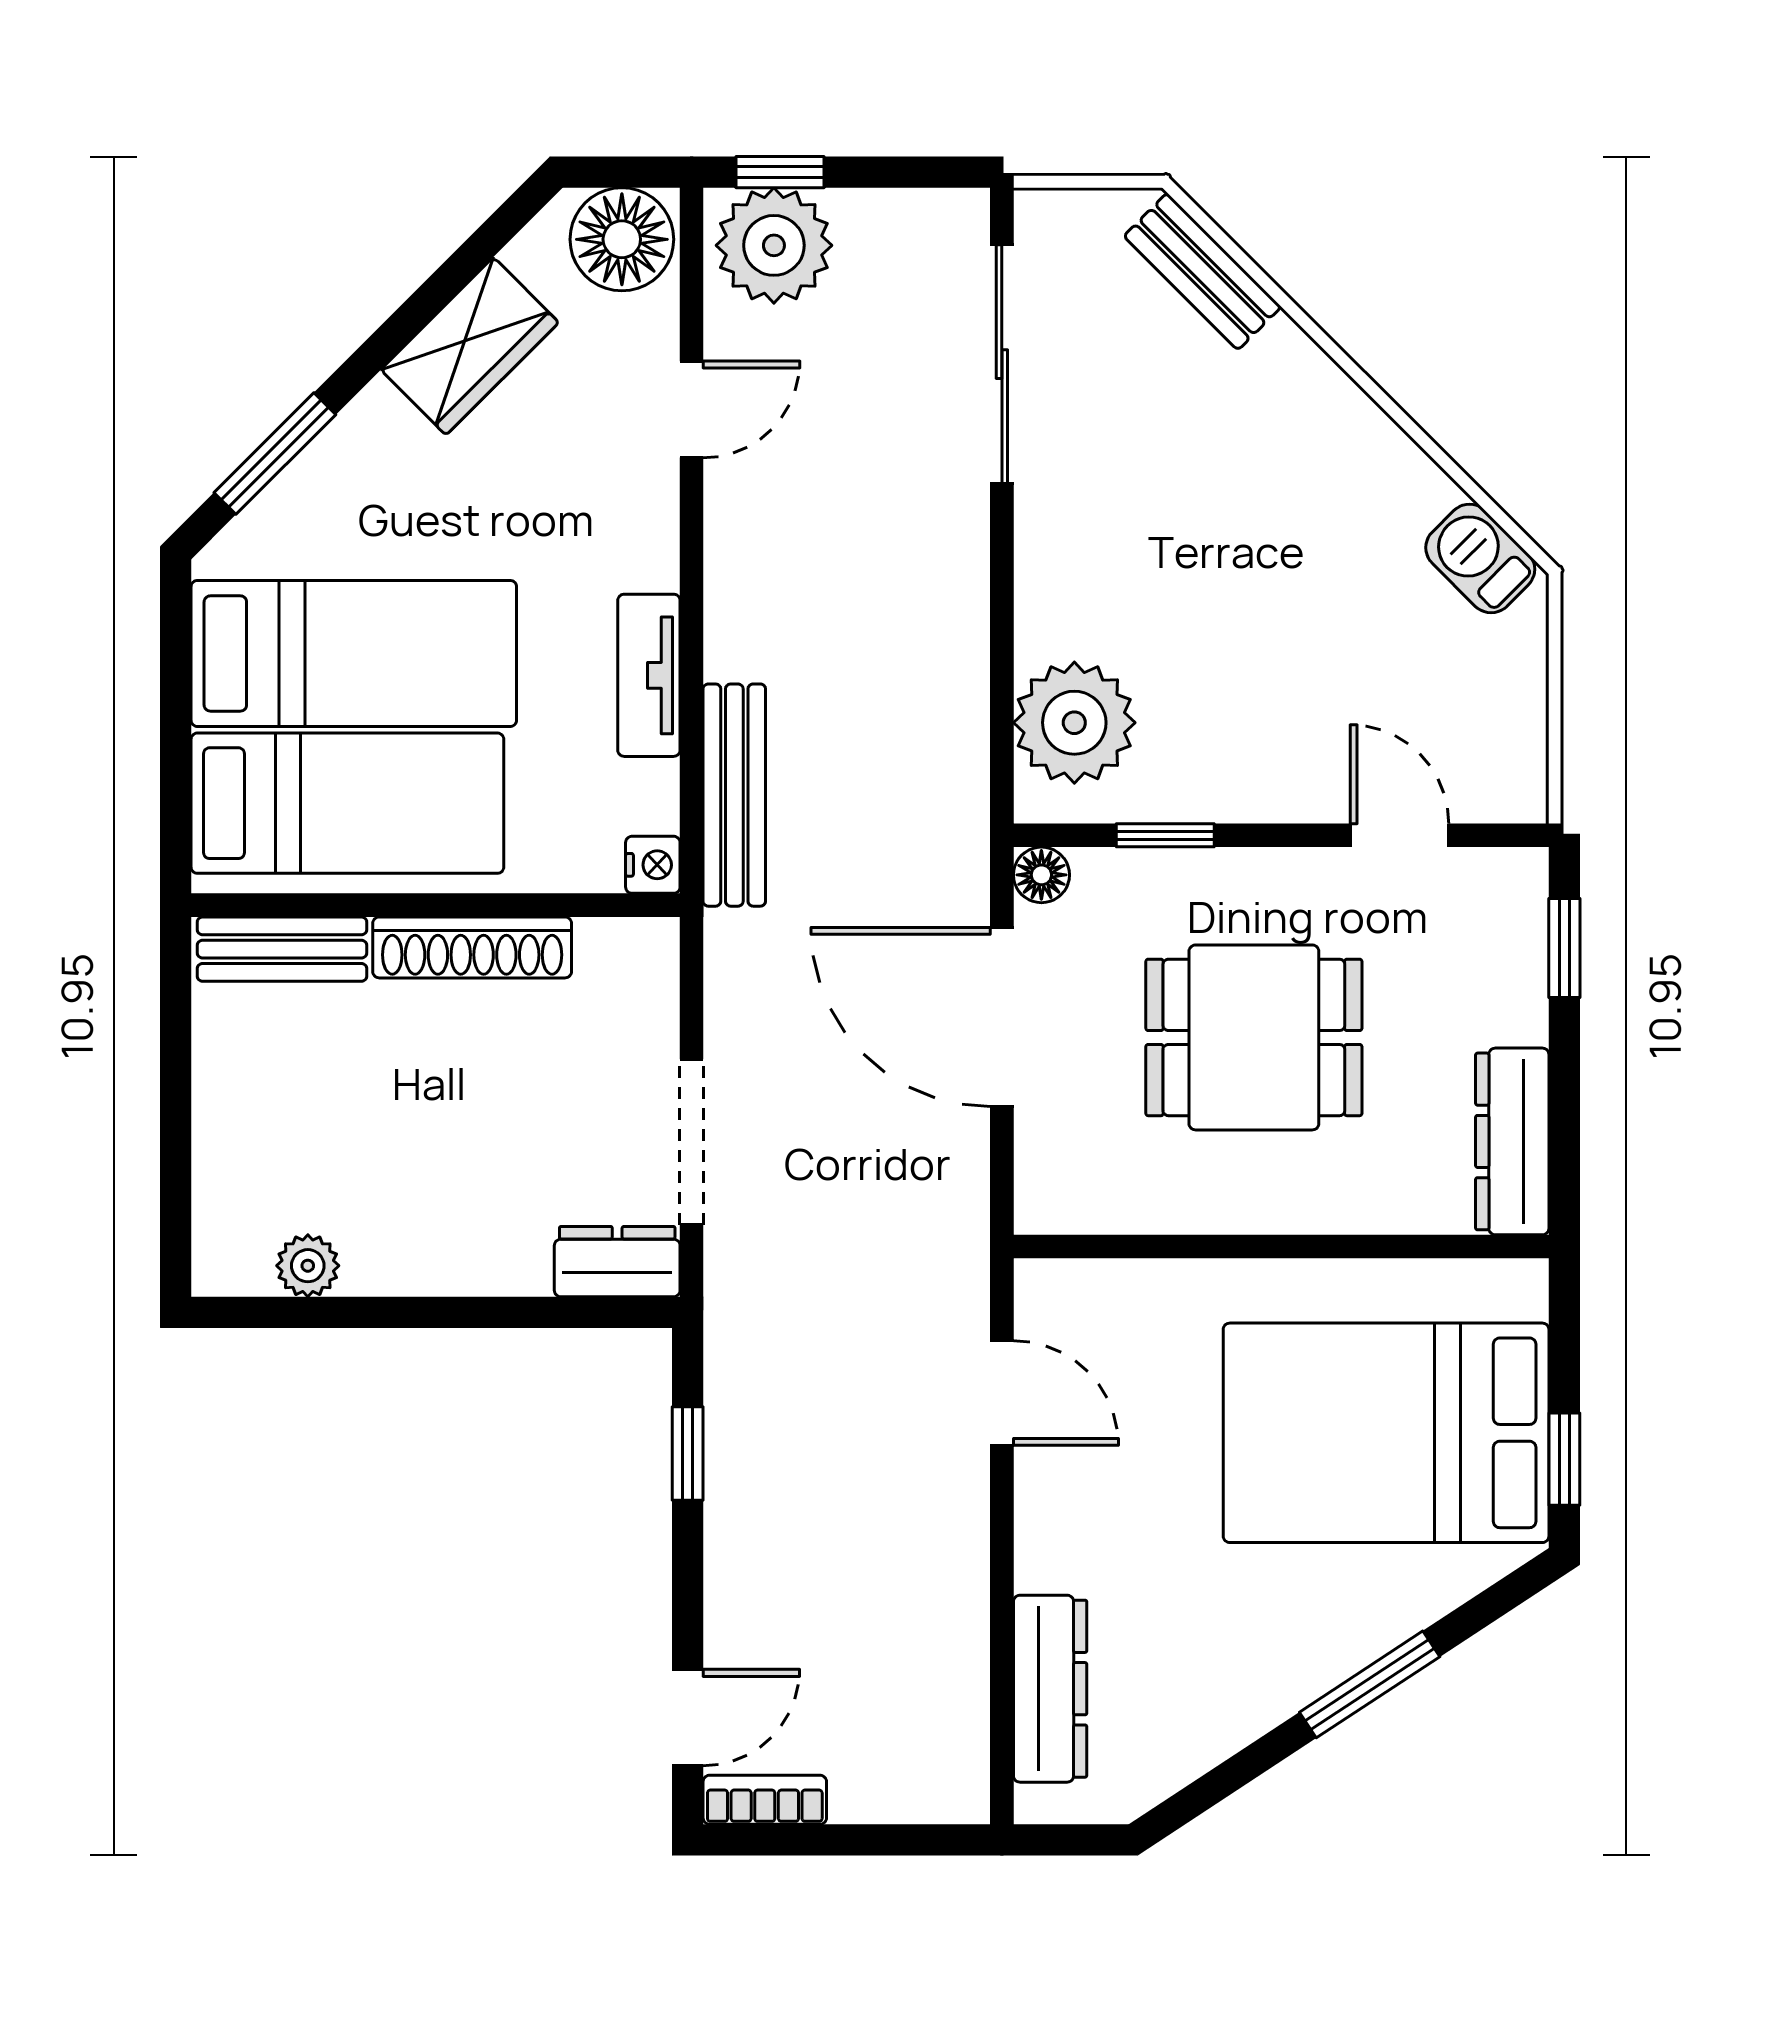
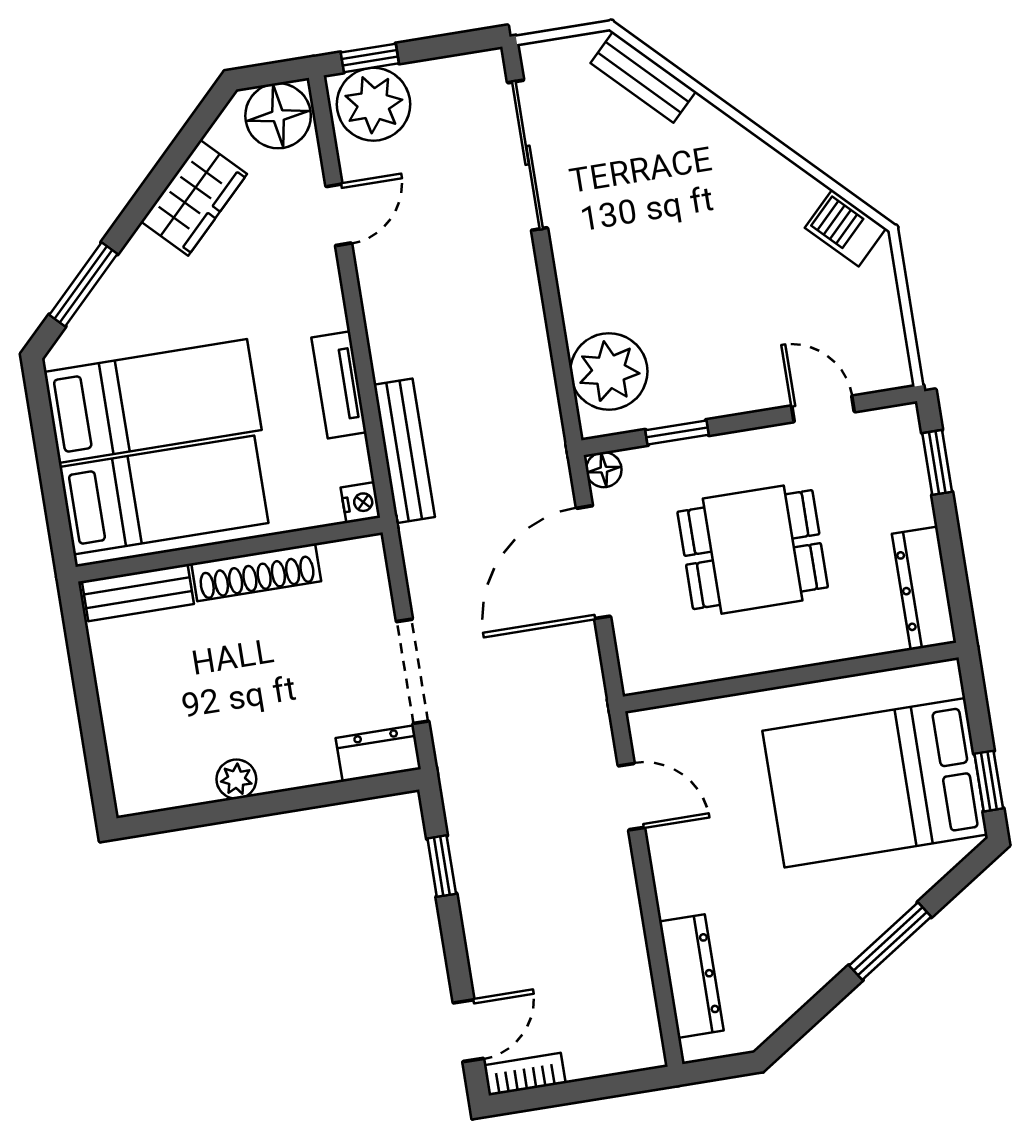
door: (1002, 1017) -> (593, 562), hinge flipped
plant: (308, 1266) -> (236, 779), moved

